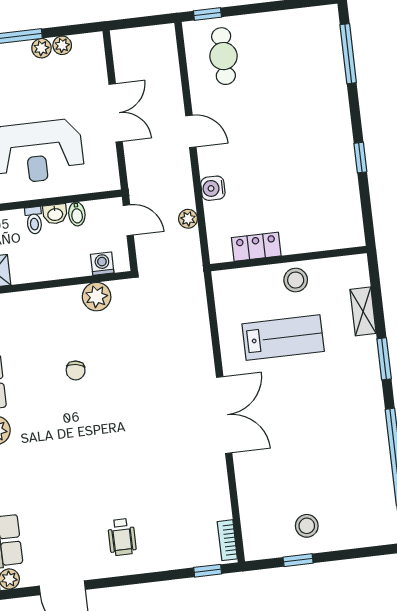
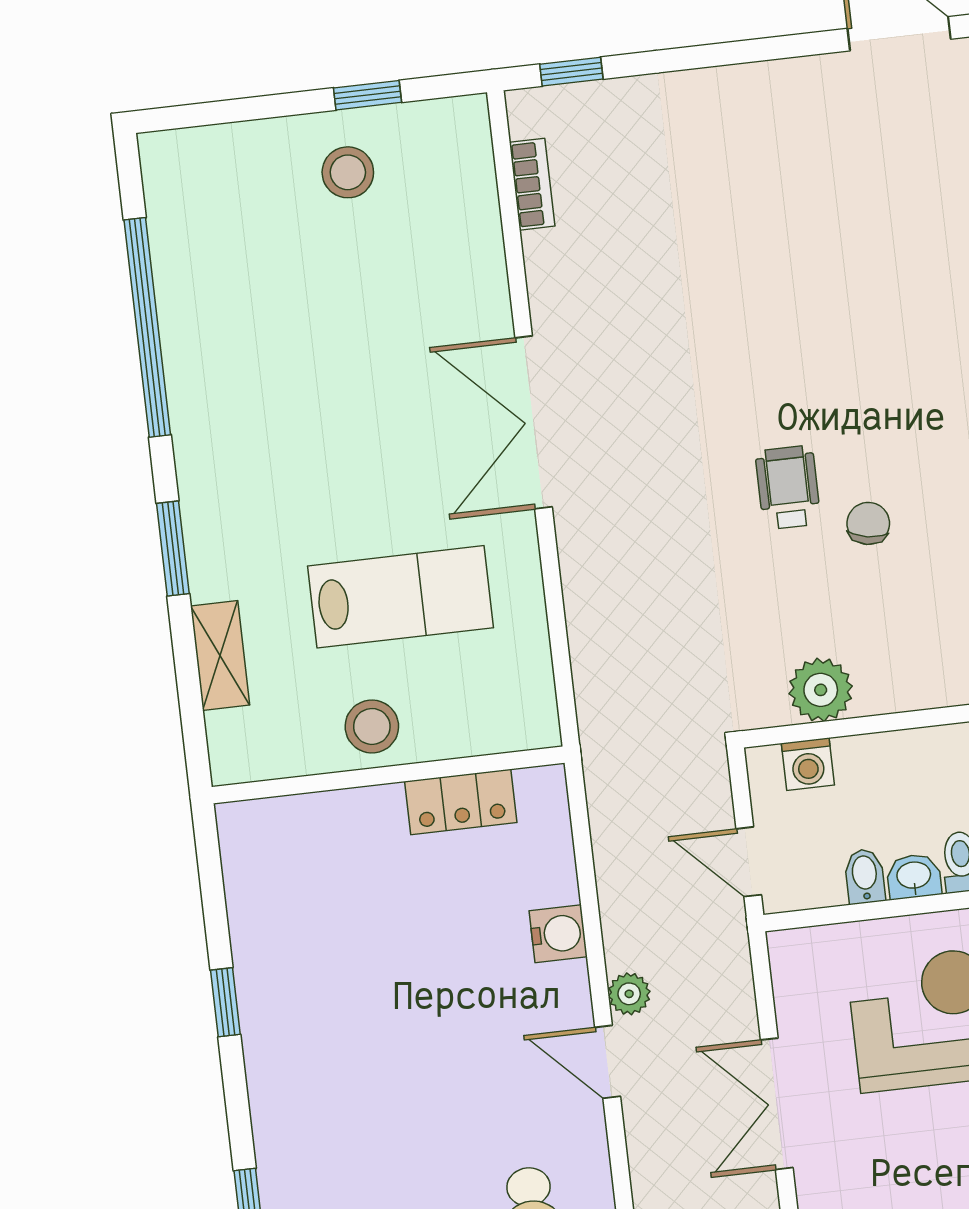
plant: (188, 219) -> (629, 994), moved
lab bench: (283, 338) -> (400, 597), turned 180
wheelchair: (122, 537) -> (788, 487), moved
bookcase: (227, 540) -> (532, 184), moved

